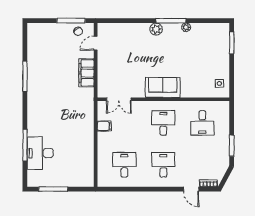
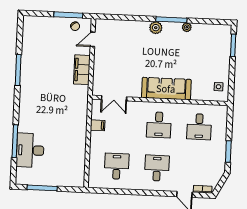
sofa: (163, 87) -> (166, 89), width x1.36
desk: (163, 123) -> (159, 125), turned 180

